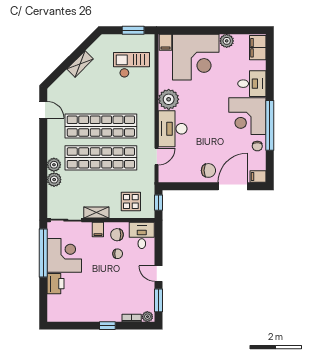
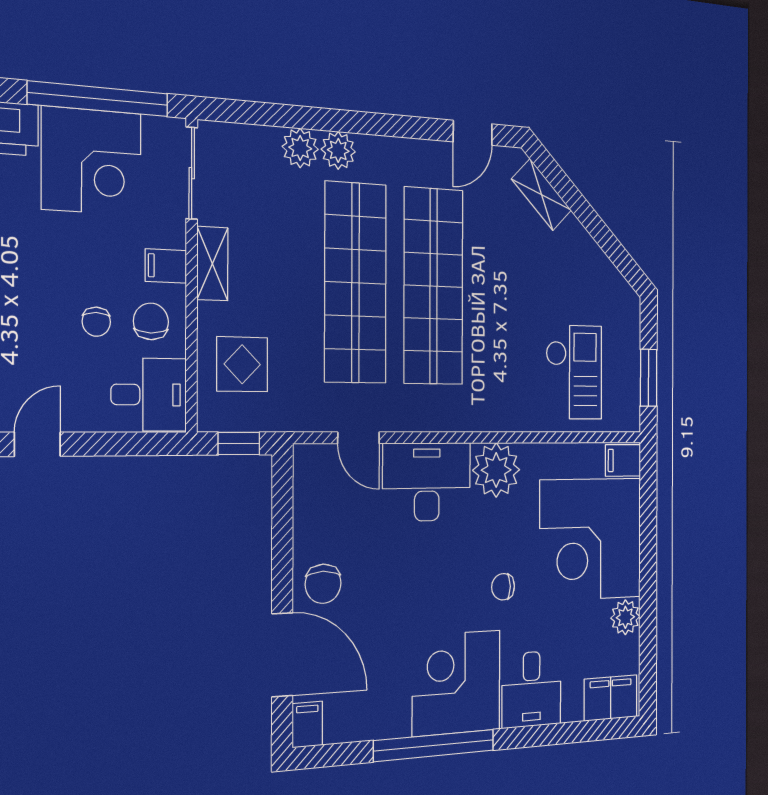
shelving: (80, 64) -> (542, 195), moved
chair: (257, 146) -> (503, 587), moved

